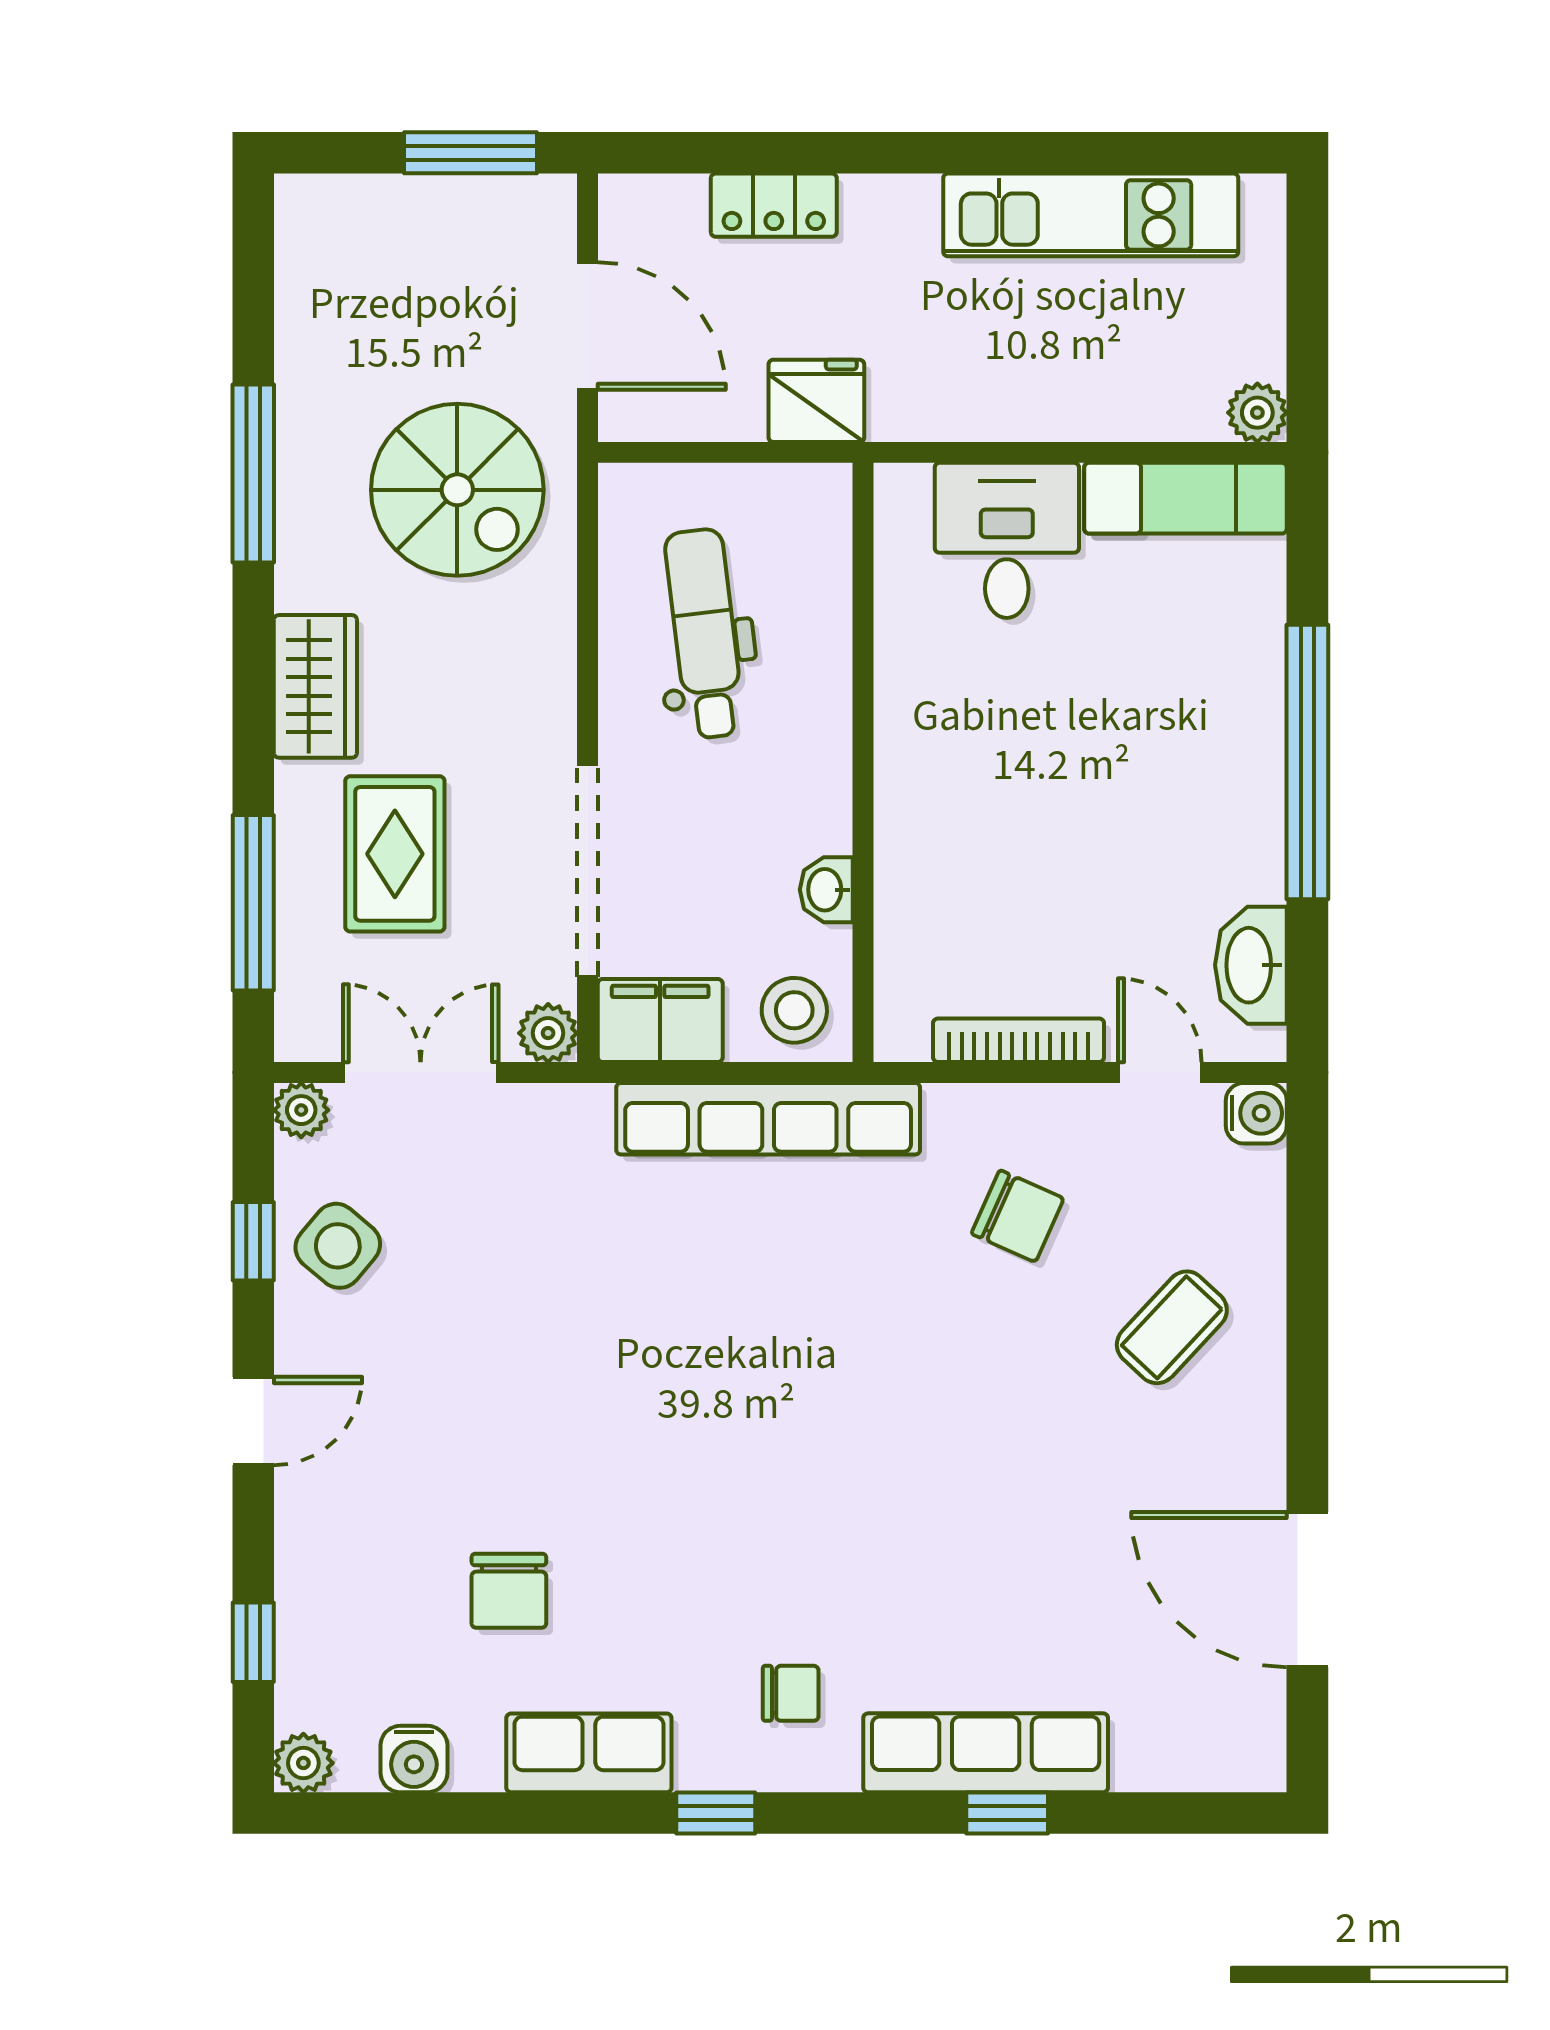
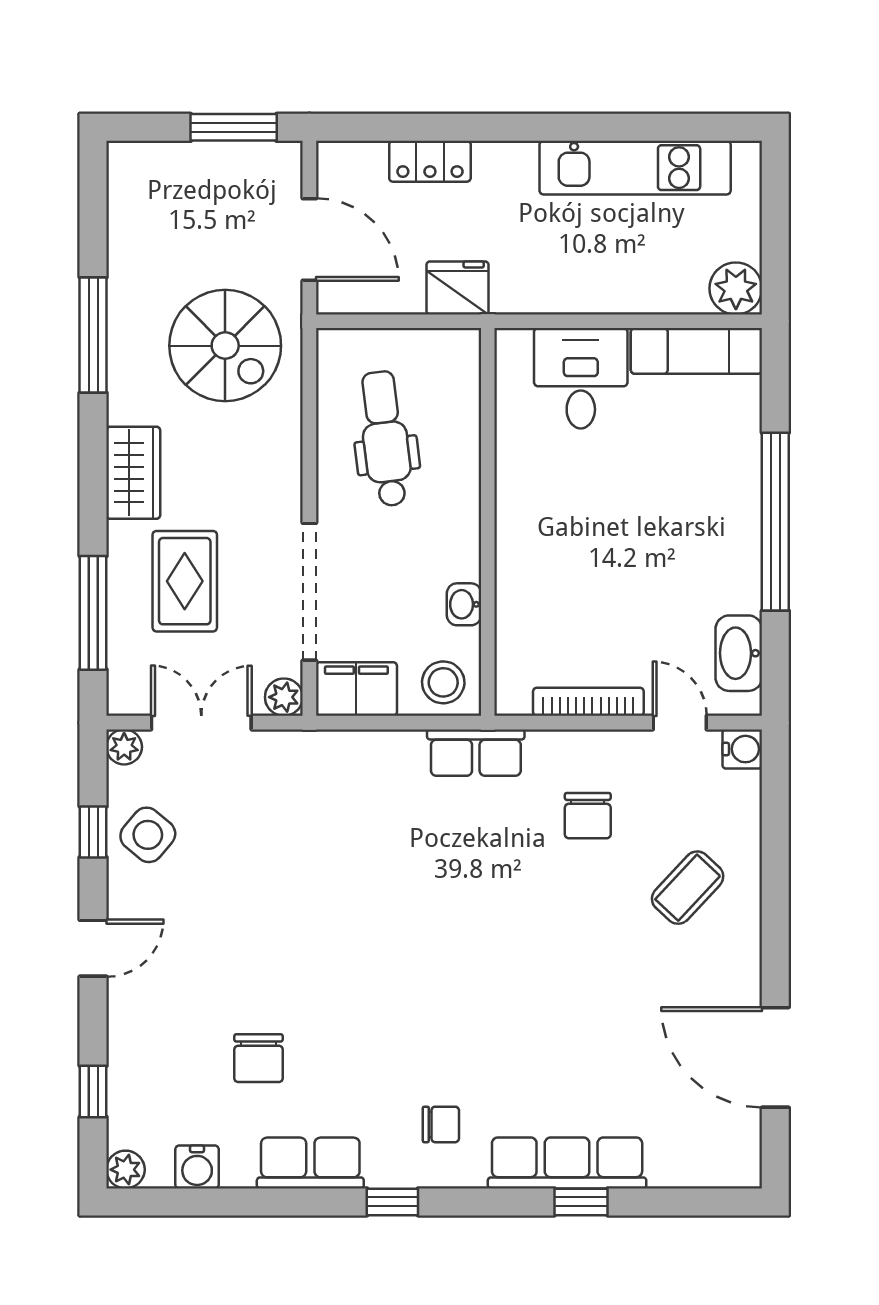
plant: (1257, 413) -> (736, 288), width x1.38, depth x1.38
row of seats: (768, 1119) -> (476, 753), width x0.50
chair: (1018, 1216) -> (588, 816), turned 66

